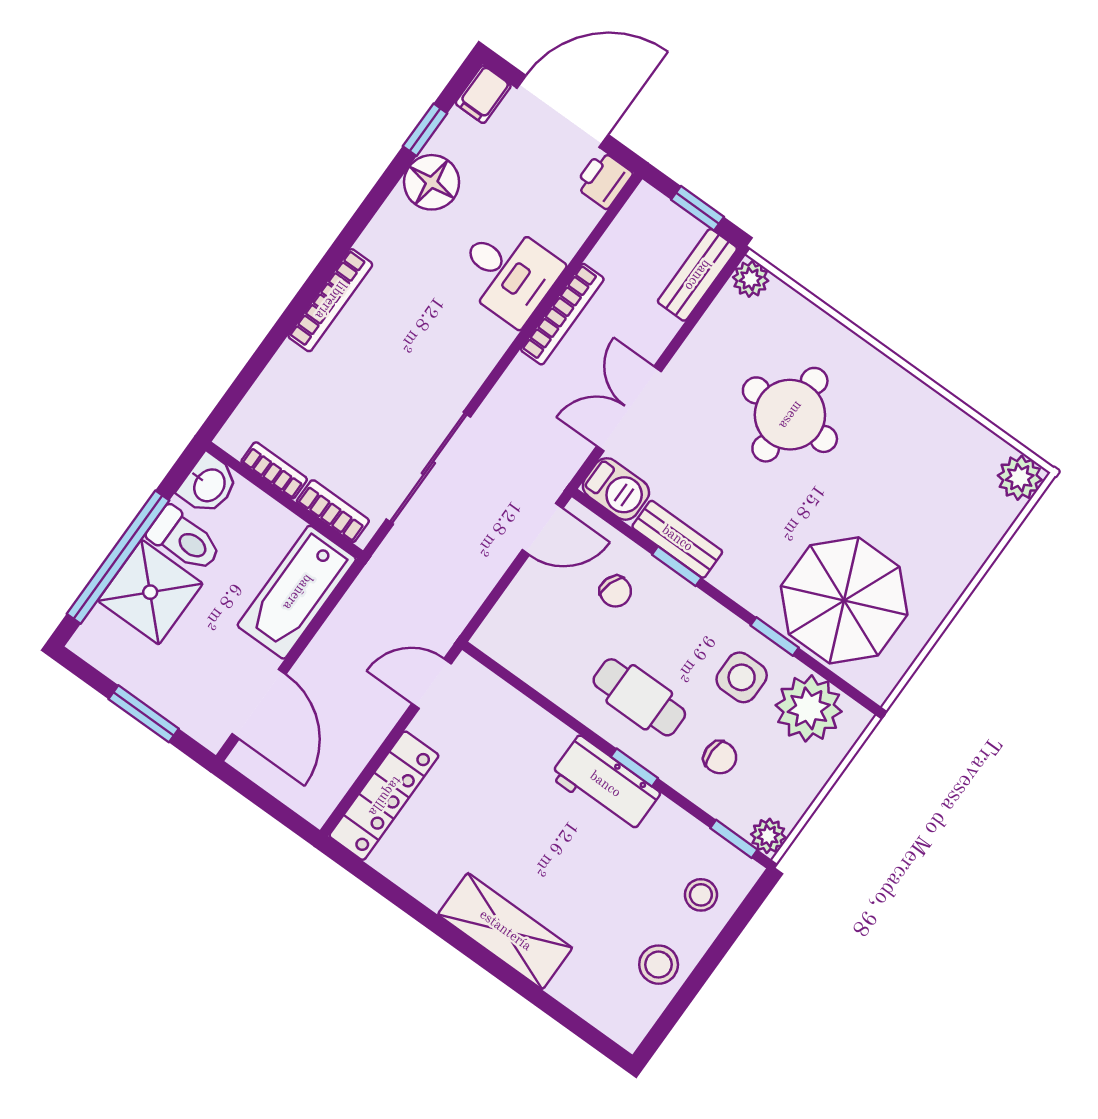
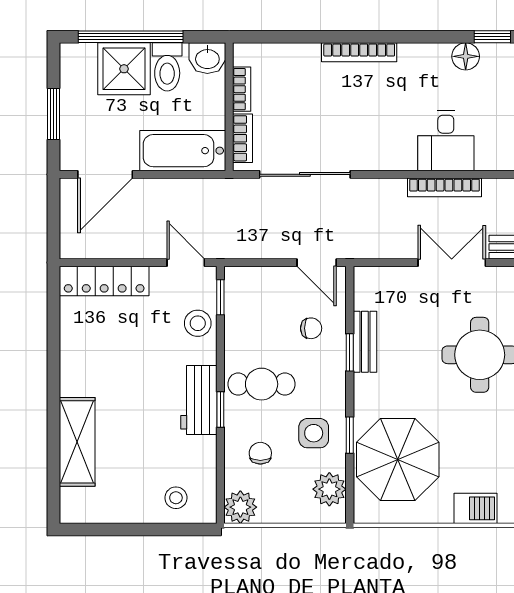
floor lamp: (432, 182) -> (466, 56), width x0.73, depth x0.73
double door: (629, 409) -> (452, 263), moved
barbecue: (616, 489) -> (476, 508), moved, turned -90
chair: (615, 591) -> (311, 328), turned -109
cafe table: (639, 697) -> (262, 384), turned 90
plant: (809, 708) -> (329, 489), width x0.73, depth x0.73
chair: (720, 757) -> (260, 453), turned 180
plant: (768, 836) -> (240, 507), width x1.38, depth x1.38
window: (734, 839) -> (220, 297), moved
shelving: (505, 931) -> (77, 442), moved
stool: (659, 965) -> (198, 323), moved

